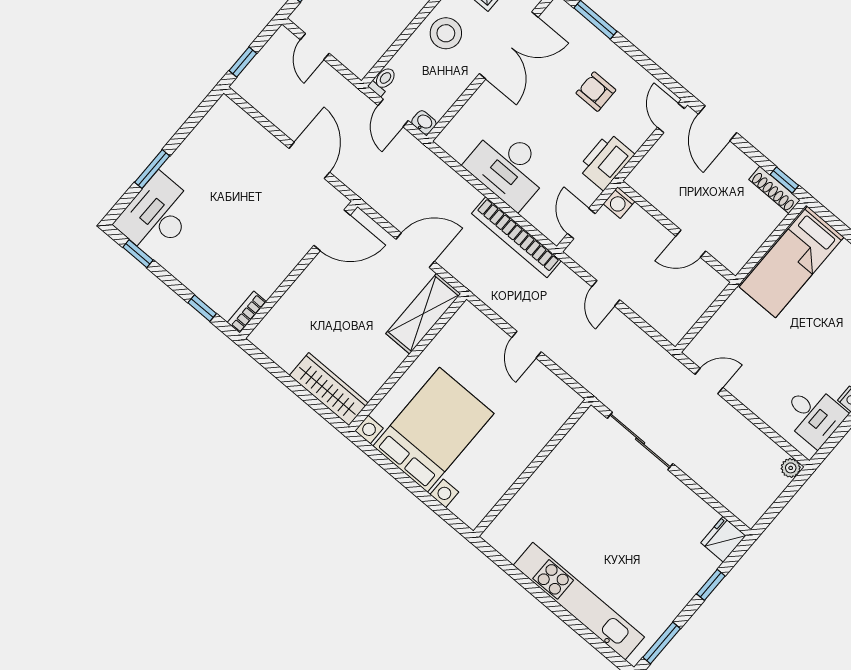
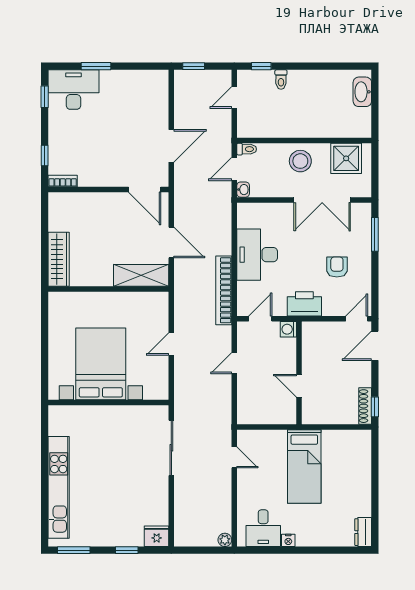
bed: (792, 262) -> (304, 467), moved, turned -90
bed with nightstands: (433, 430) -> (101, 364), moved, turned -90

